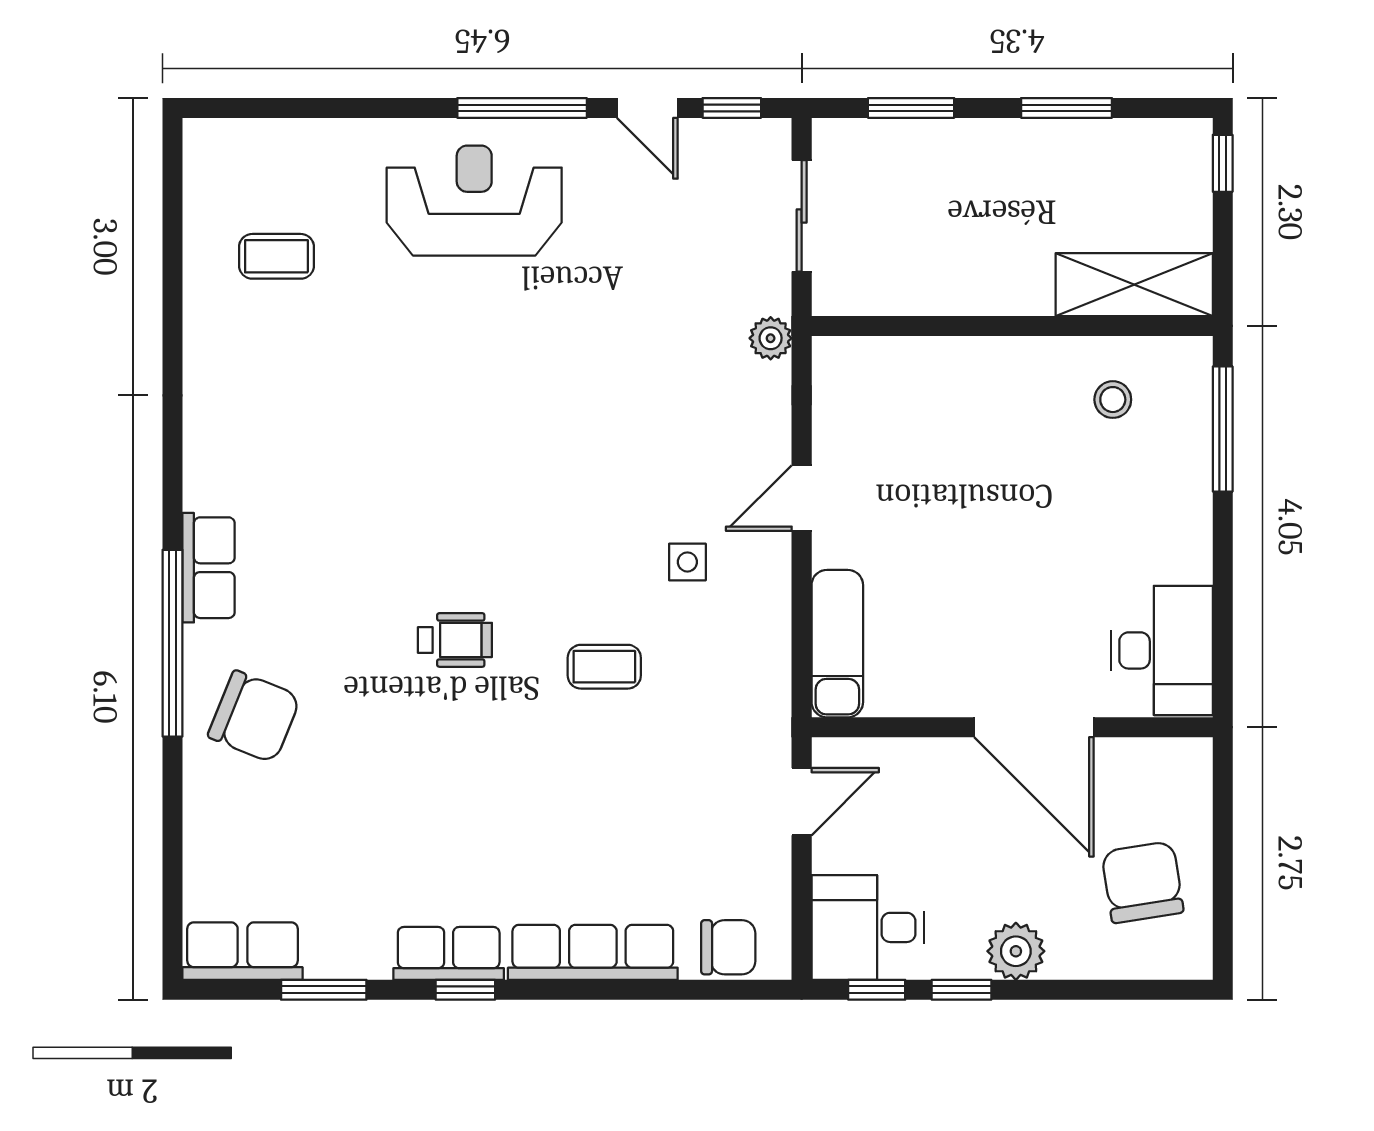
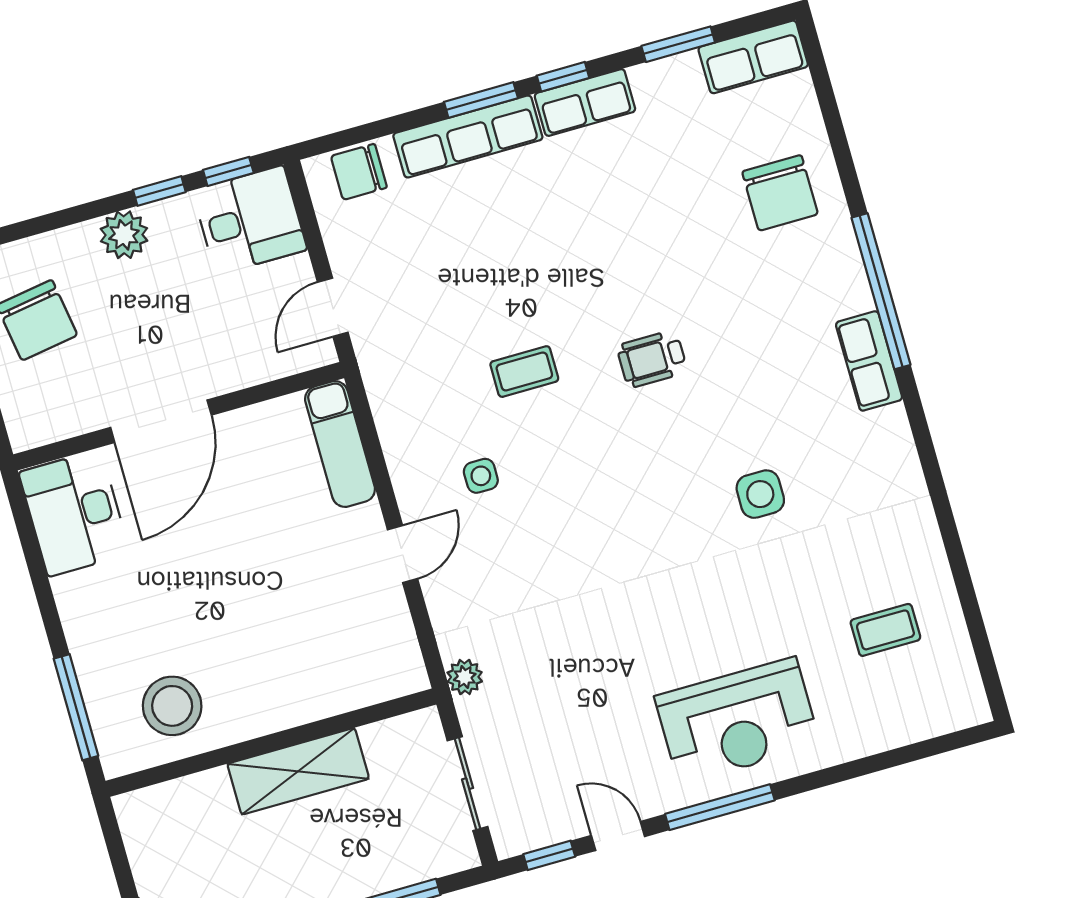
shelving: (1134, 285) -> (298, 771), moved
stool: (1113, 400) -> (172, 706), width x1.89, depth x1.89
side table: (375, 451) -> (760, 494), added
chair: (254, 717) -> (780, 193), moved, turned -112
door: (1034, 727) -> (161, 421), swing flipped
window: (566, 990) -> (481, 100), added

